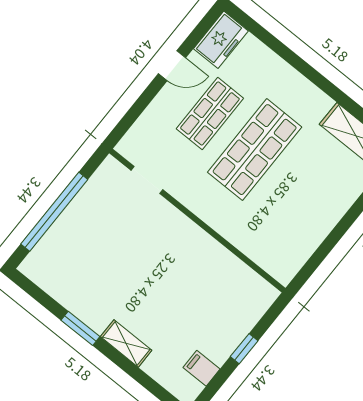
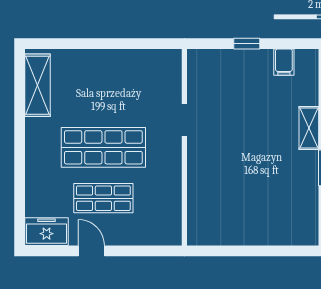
doorway: (147, 180) -> (184, 120), moved
window: (54, 212) -> (258, 251), removed

